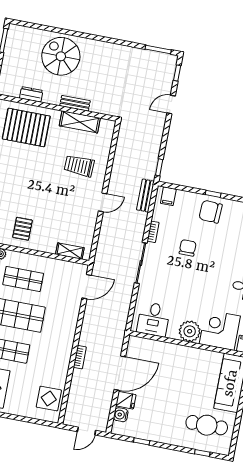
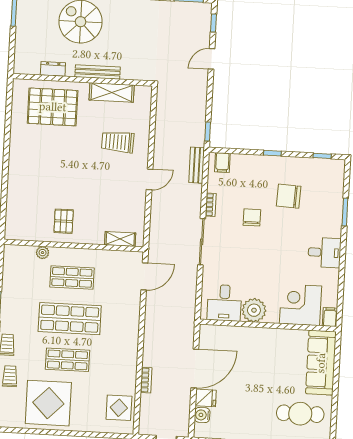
bench: (75, 103) -> (98, 72), width x1.36
chair: (211, 212) -> (289, 196), moved
plant: (190, 331) -> (254, 310), moved
bookcase: (80, 357) -> (146, 380), moved

